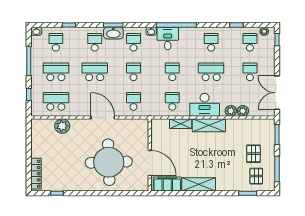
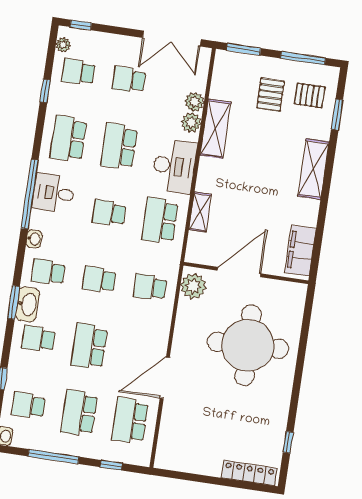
desk: (168, 39) -> (54, 193), moved
school desk: (211, 42) -> (68, 139), width x1.85
school desk: (172, 101) -> (160, 221), width x1.85
door: (103, 118) -> (165, 378), moved
shelving: (209, 125) -> (215, 129), moved
plant: (62, 126) -> (193, 286), moved
pallet: (253, 154) -> (271, 95), turned 90
door: (150, 163) -> (239, 272), moved
shelving: (199, 184) -> (313, 169), moved

